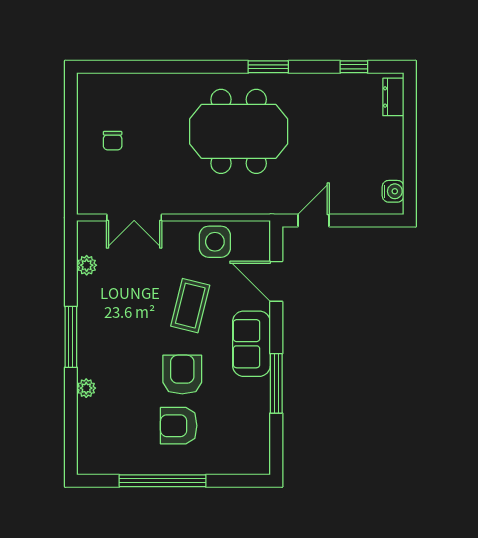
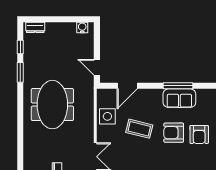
window: (268, 67) -> (20, 72), moved
sofa: (251, 344) -> (179, 98), moved

